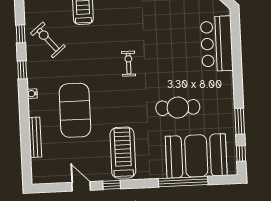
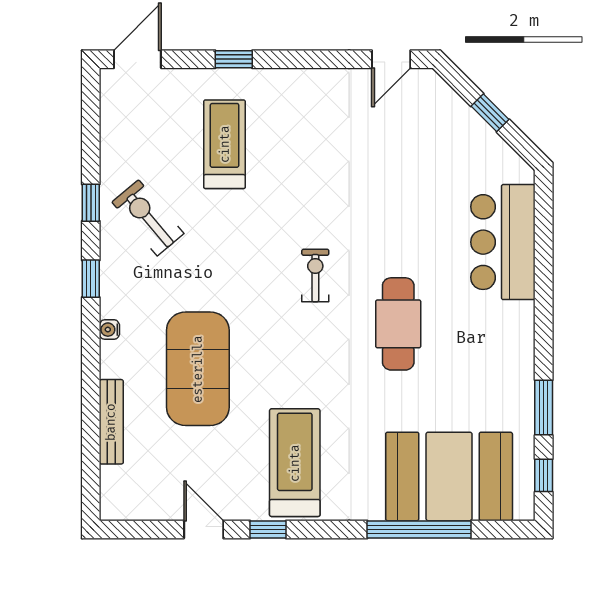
cafe table: (178, 108) -> (398, 324), moved, turned 90

